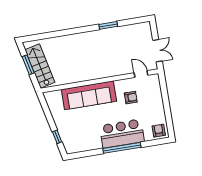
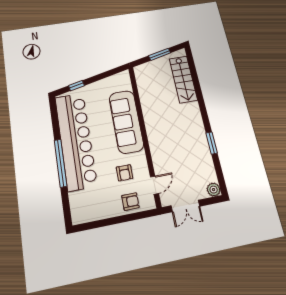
plant: (146, 27) -> (214, 190), added
stairs: (40, 66) -> (183, 79), moved, turned 102
armchair: (159, 131) -> (130, 202), moved
bar counter: (122, 134) -> (76, 141), width x1.86

